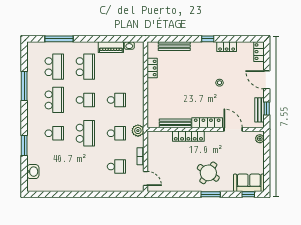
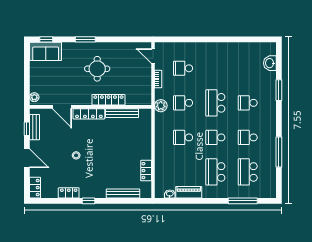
school desk: (54, 100) -> (248, 137), width x0.54
round table: (208, 173) -> (97, 69), moved, turned -34

